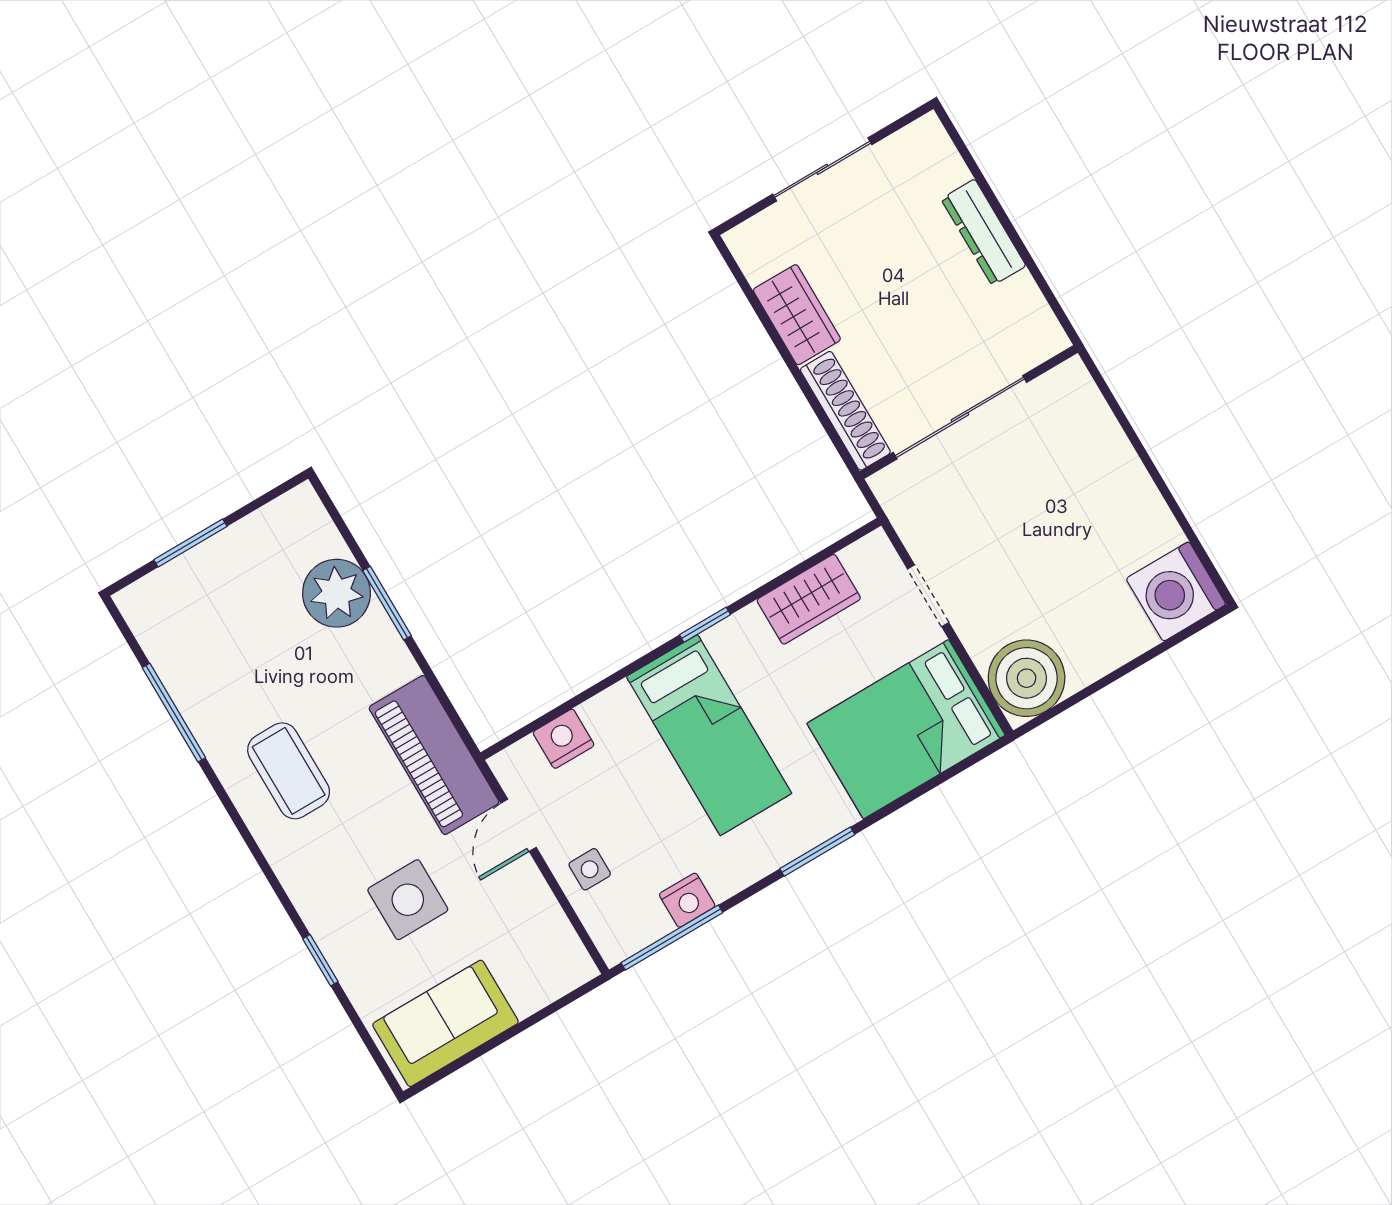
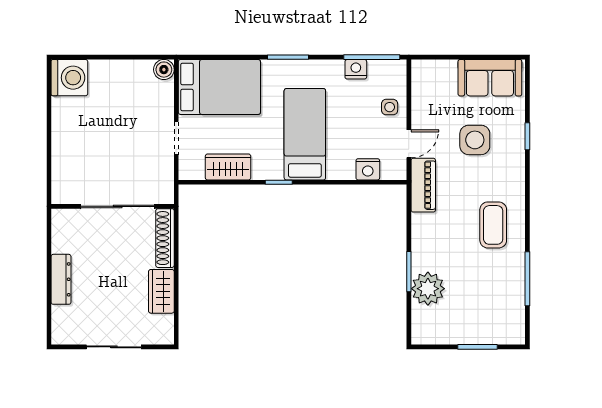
boiler: (1027, 678) -> (164, 70), width x0.54, depth x0.54
piano: (434, 755) -> (423, 185), width x0.73, depth x0.75

